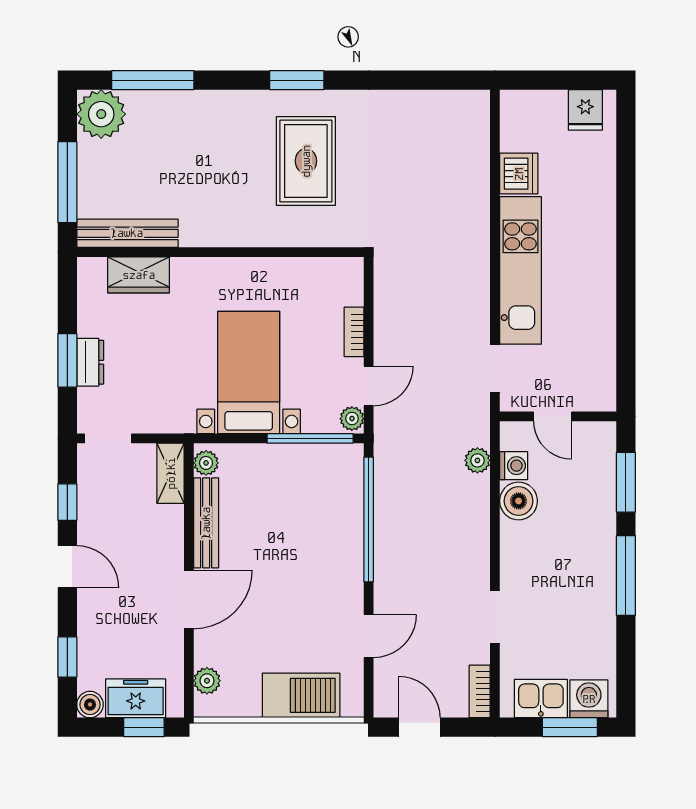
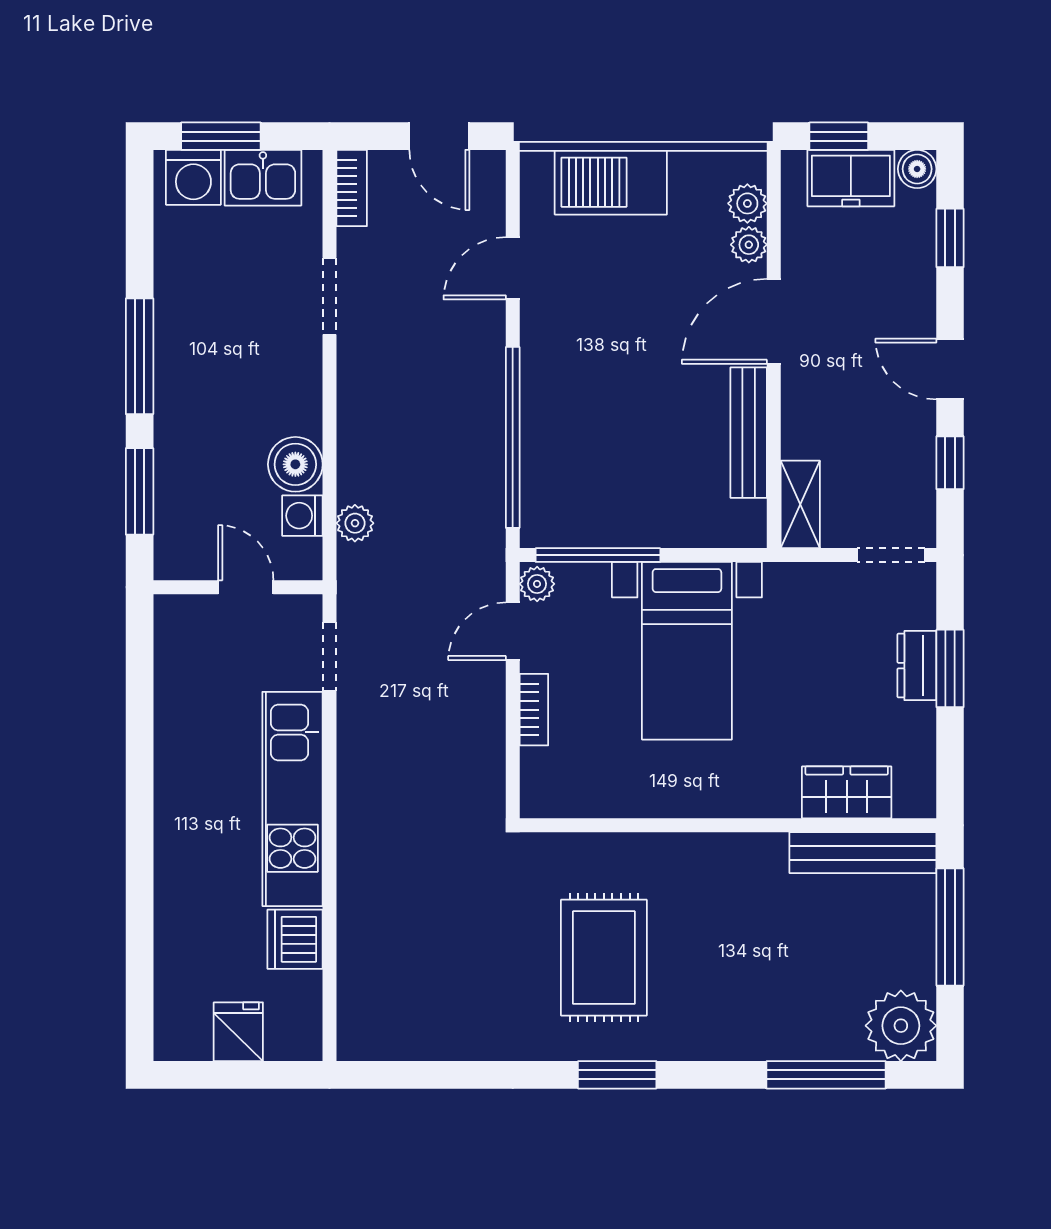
fridge: (585, 110) -> (238, 1032), moved
plant: (206, 463) -> (749, 245), moved

